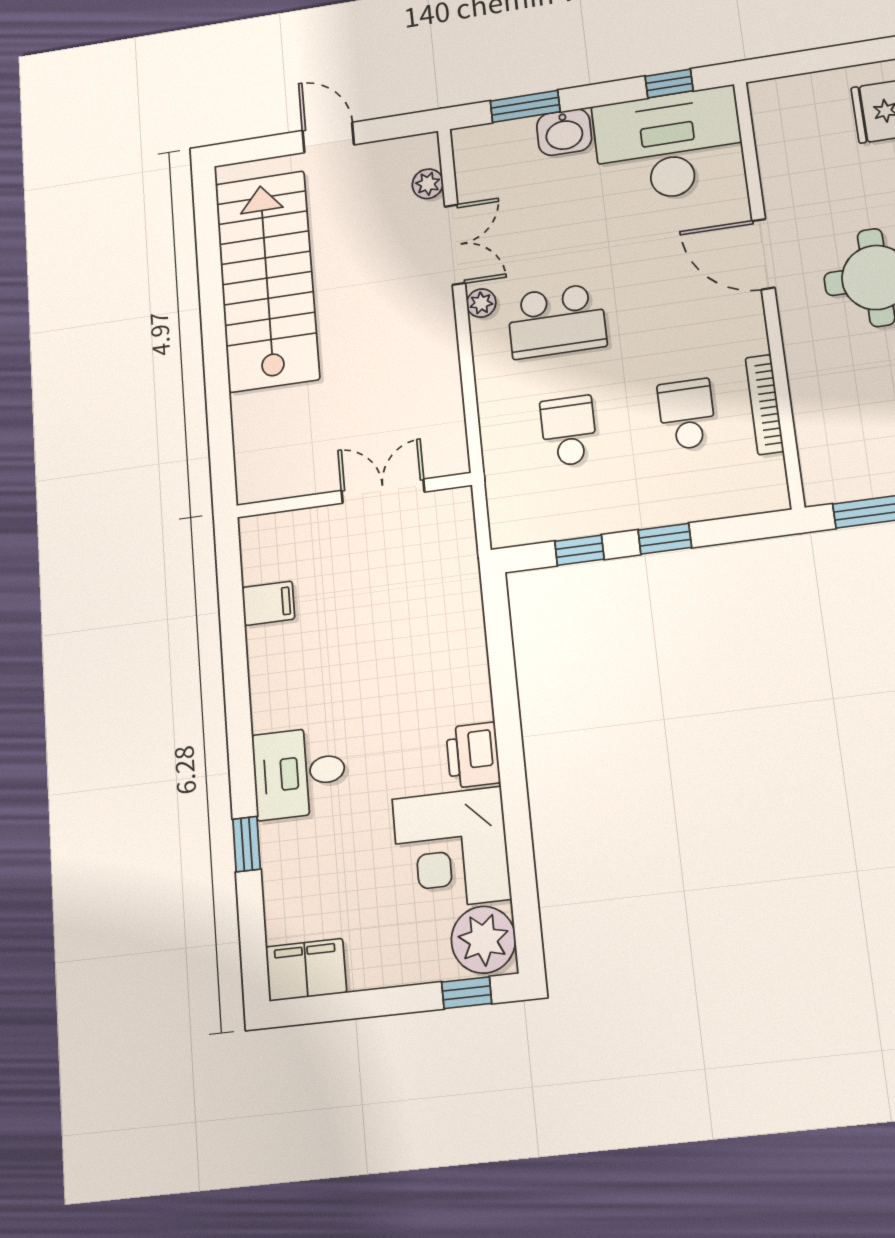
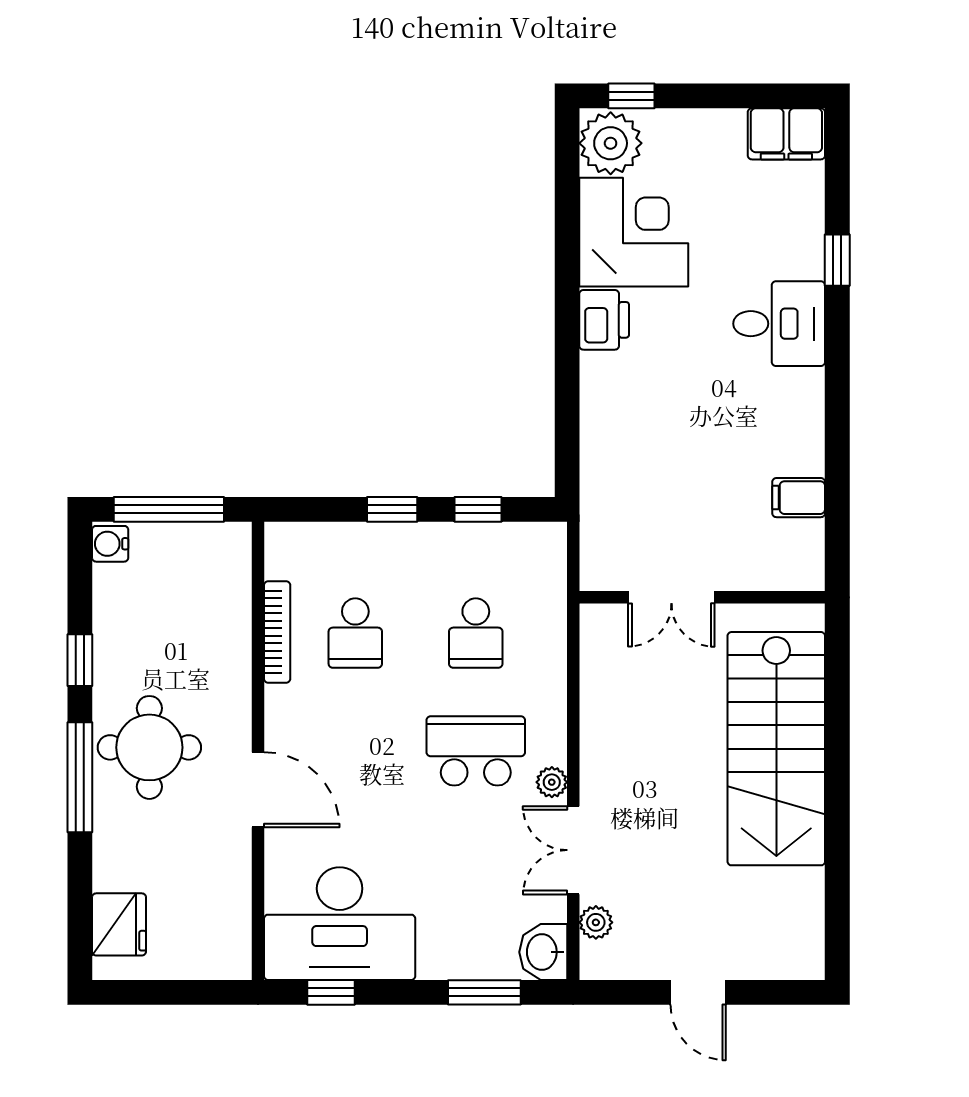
washbasin: (564, 132) -> (543, 952), moved, turned -90
stairs: (267, 281) -> (776, 749), moved

